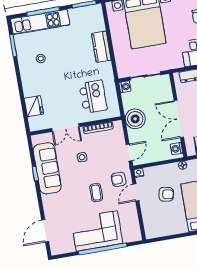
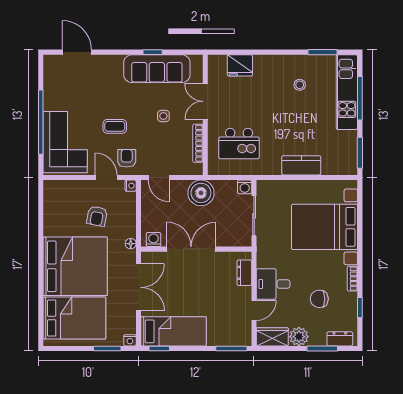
corner sofa: (97, 231) -> (65, 142), moved

